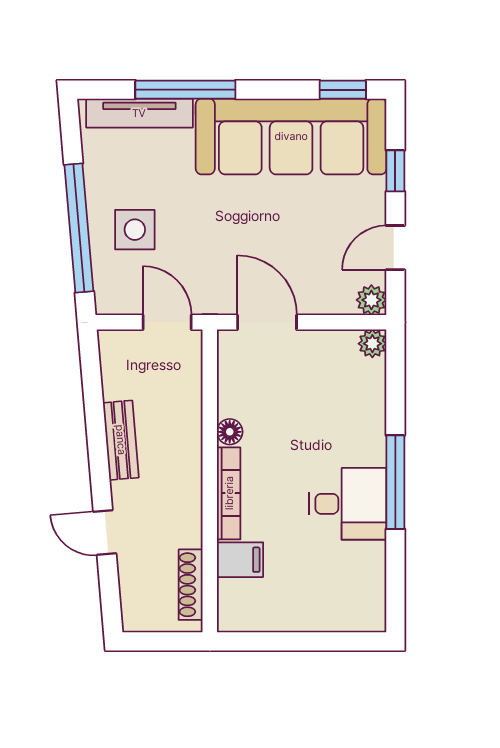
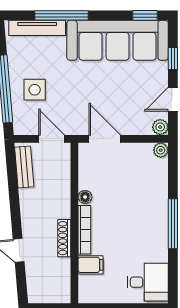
bench: (121, 440) -> (24, 167), moved
desk: (348, 504) -> (148, 282), moved
shoe rack: (191, 585) -> (64, 238), moved

